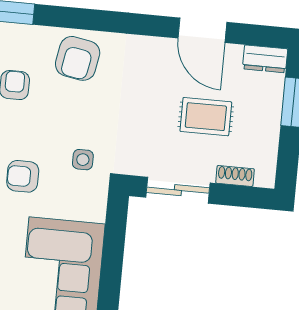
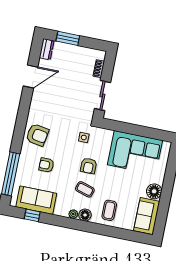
rug: (206, 117) -> (70, 79), removed

